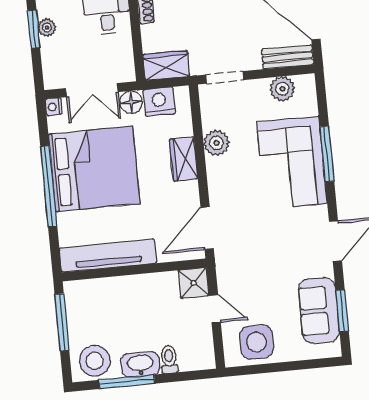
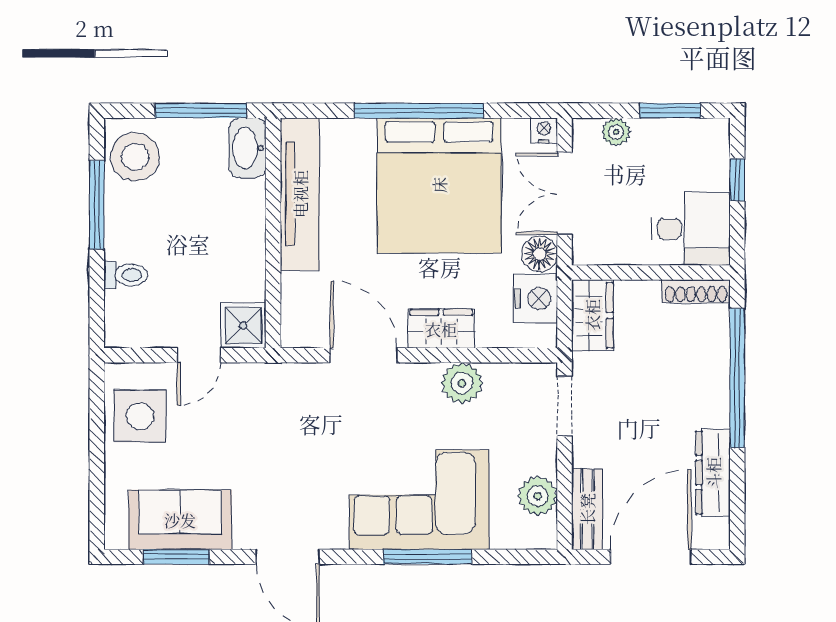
plant: (47, 28) -> (616, 132), moved
door: (207, 228) -> (364, 355), moved
washbasin: (140, 364) -> (247, 148), moved, turned 180

